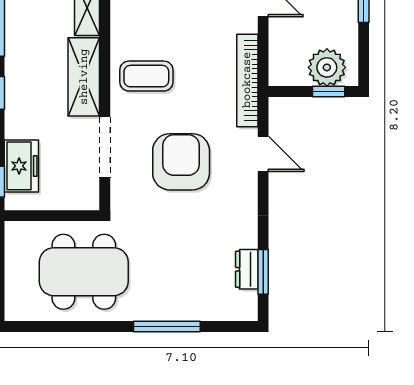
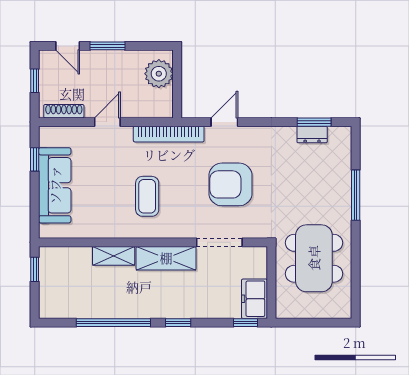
coffee table: (146, 76) -> (147, 196), moved
window: (329, 91) -> (177, 72), removed
freezer: (21, 166) -> (254, 299), moved, turned -90

